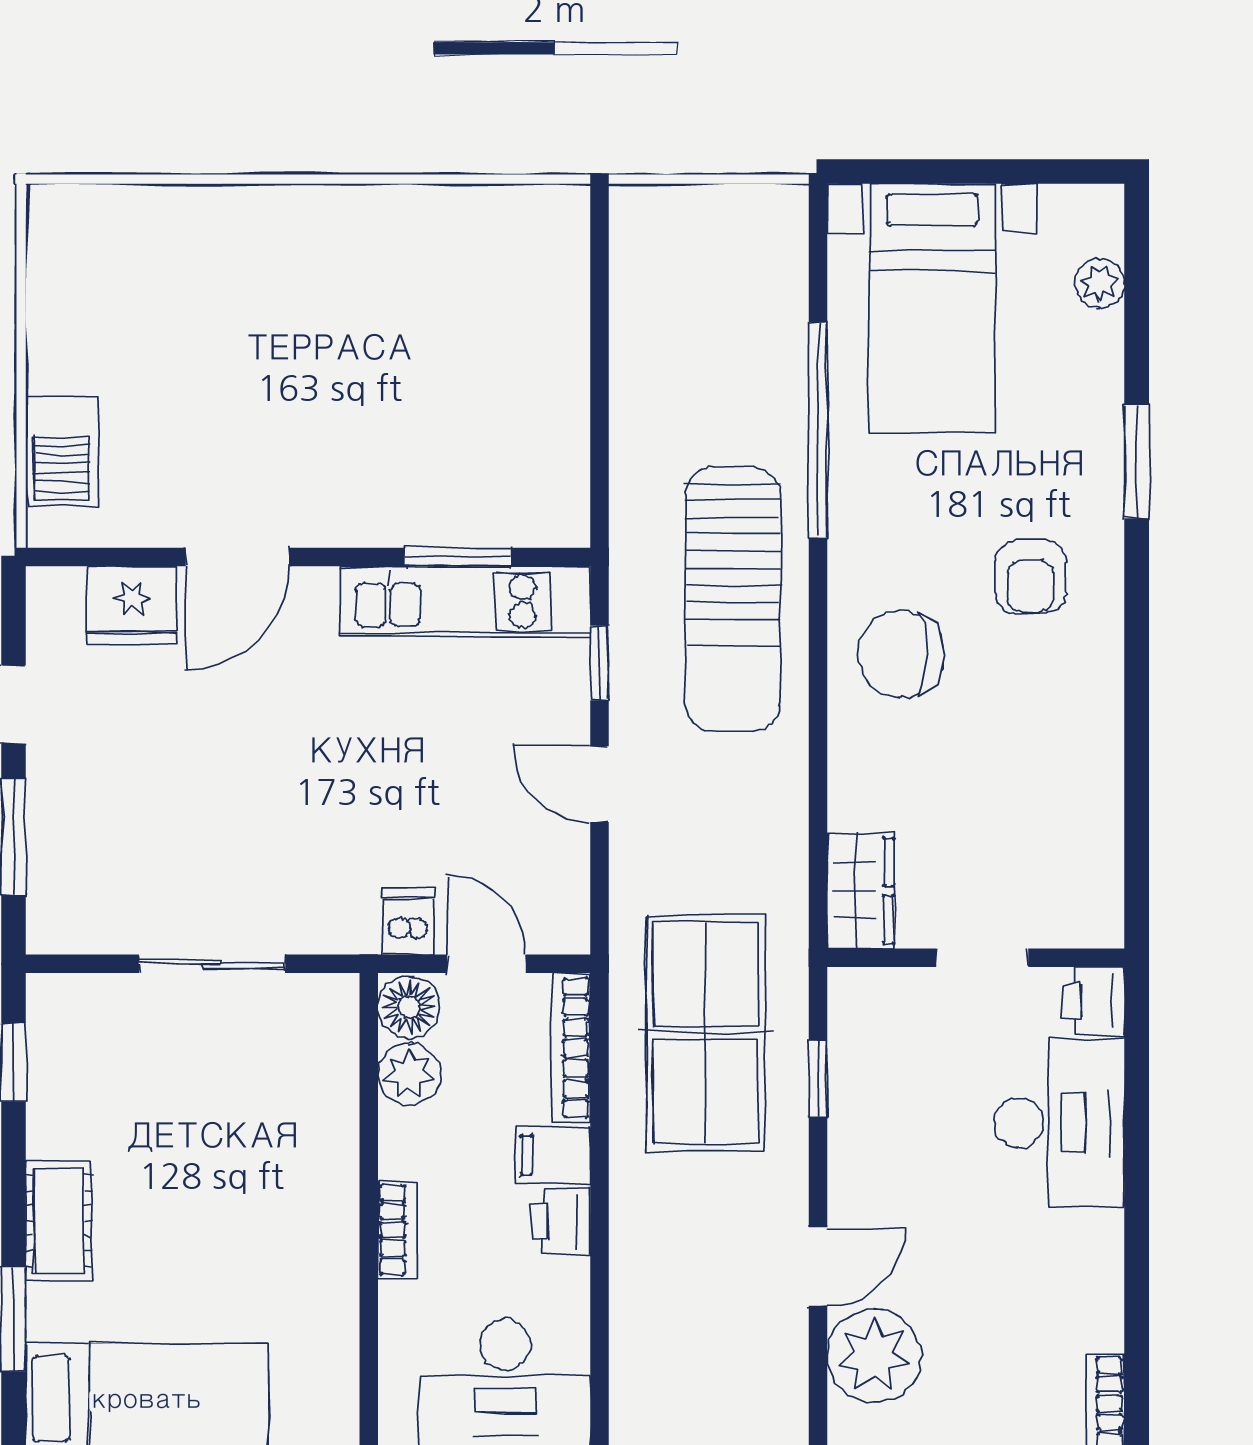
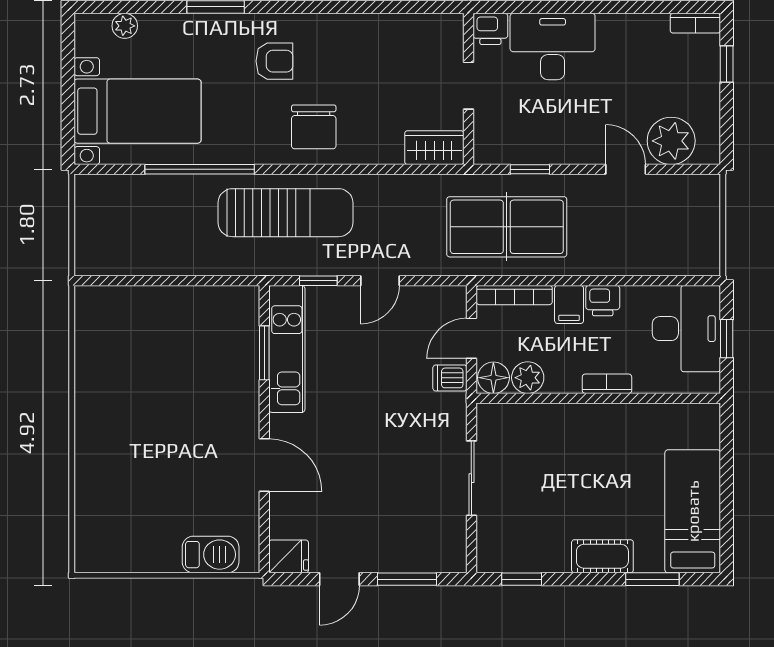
fridge: (132, 605) -> (289, 556), moved, width x0.72

